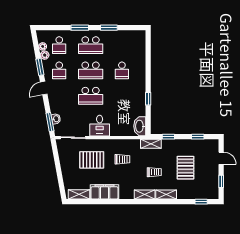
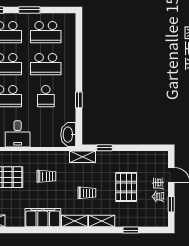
school desk: (122, 45) -> (46, 32), added
school desk: (122, 70) -> (46, 64), width x1.85
school desk: (122, 96) -> (46, 96), added
window: (198, 137) -> (142, 148), removed
filing cabinet: (104, 192) -> (43, 218), moved
window: (201, 202) -> (131, 230), moved

